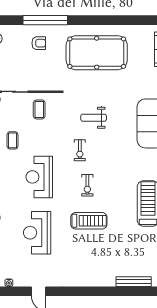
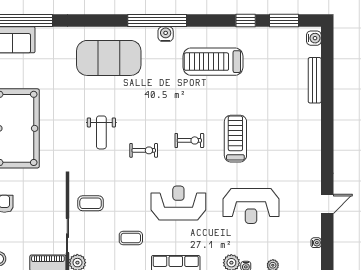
reception desk: (39, 177) -> (178, 203), turned 180

